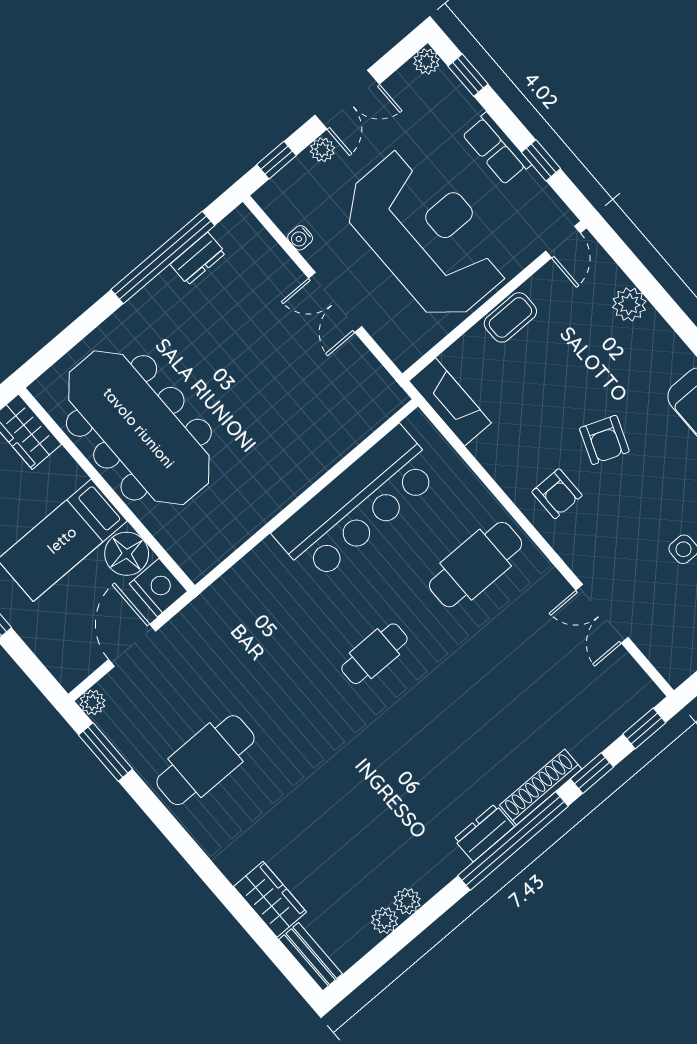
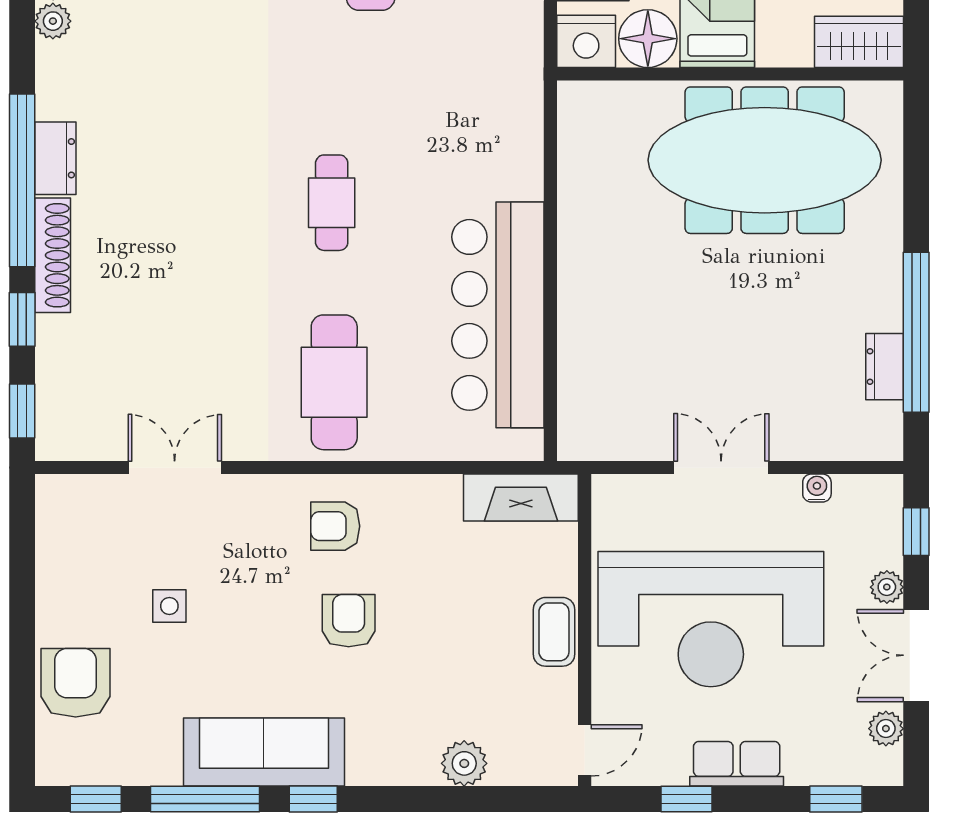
plant: (426, 61) -> (886, 729), moved
door: (563, 242) -> (585, 750), swing flipped
armchair: (604, 440) -> (349, 621), turned 69

